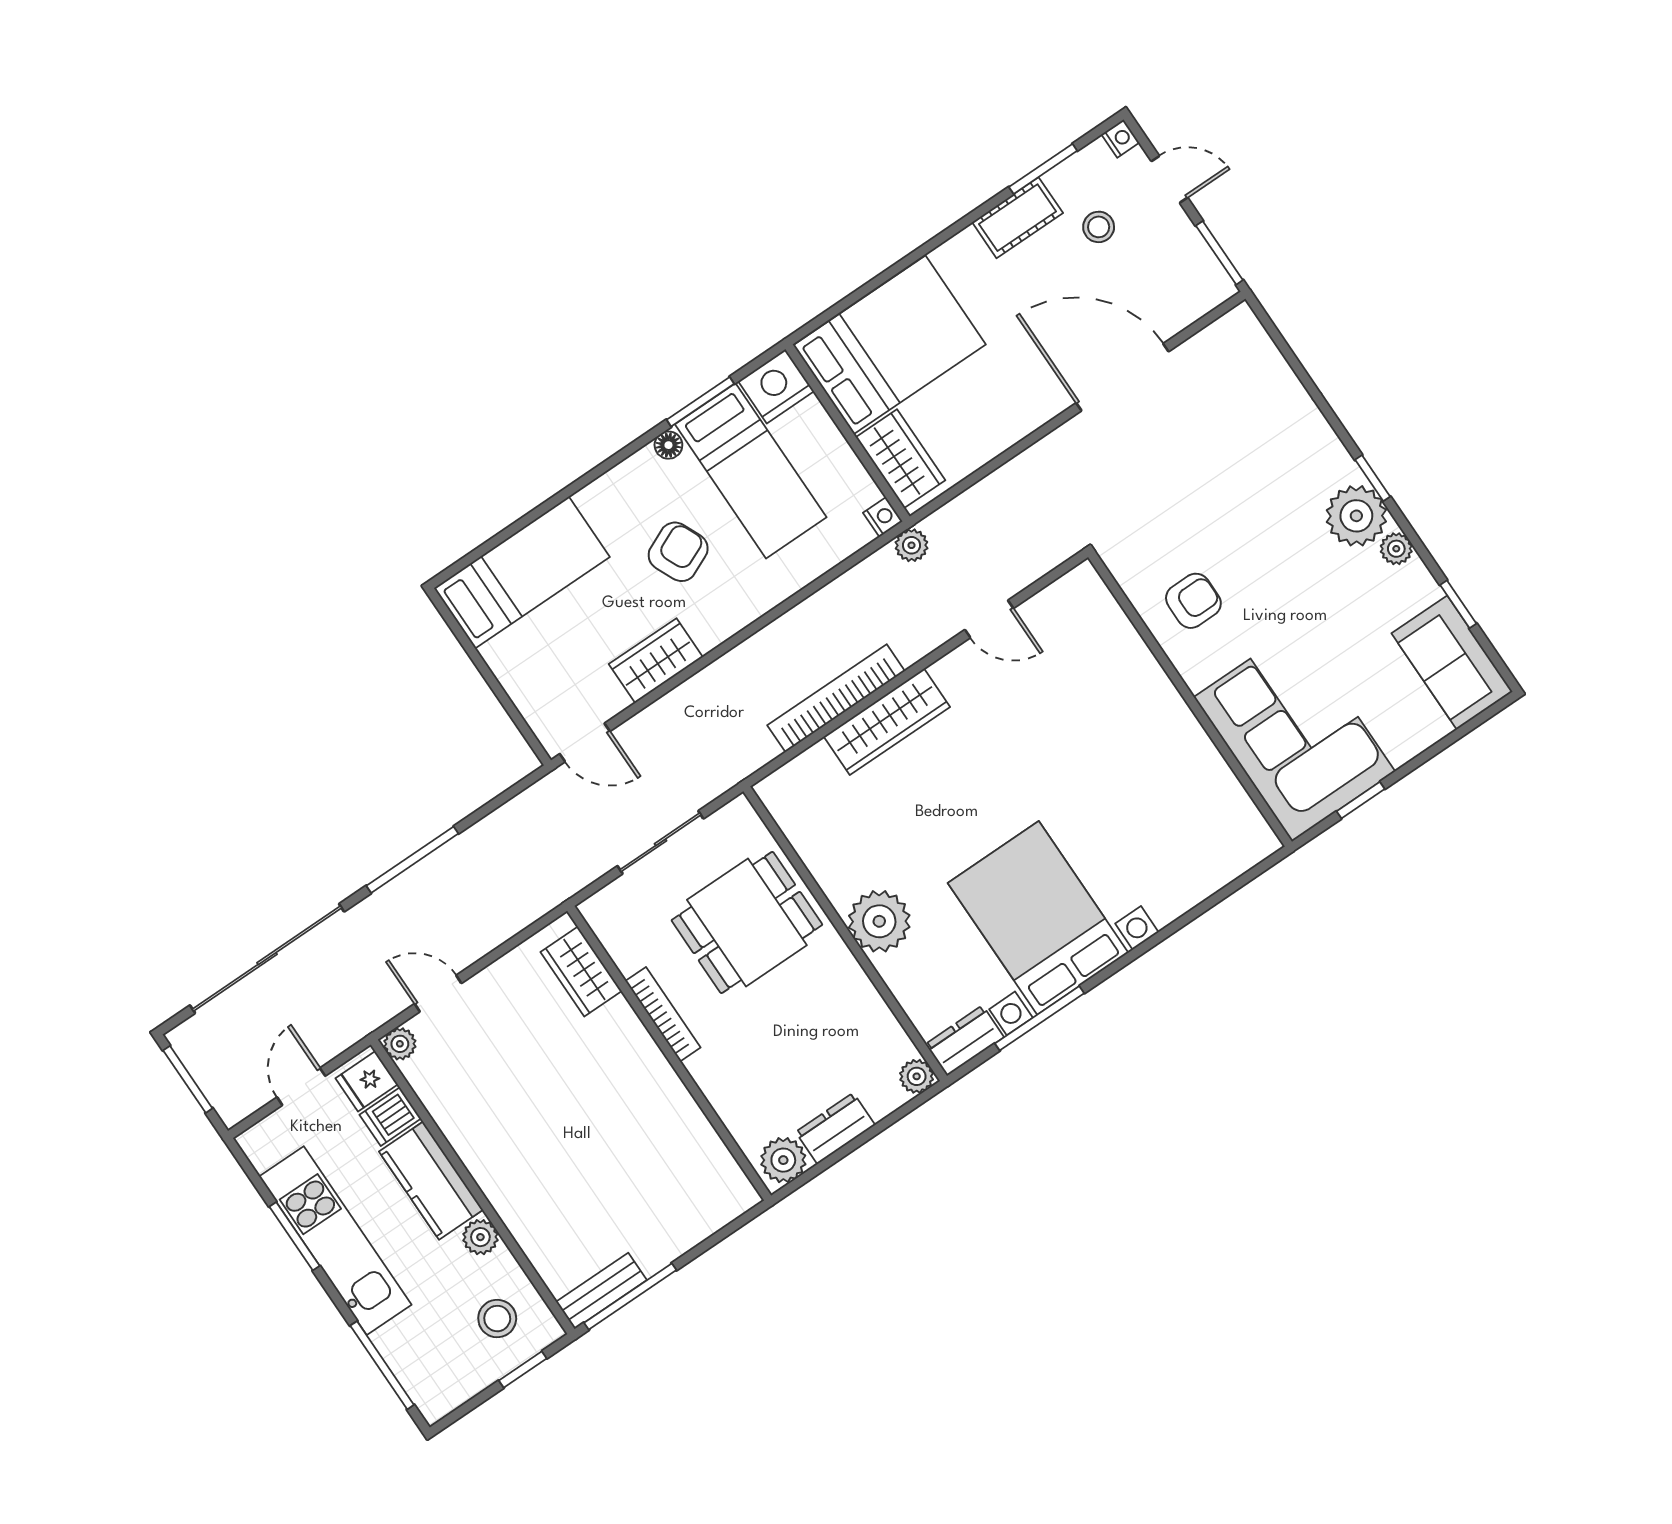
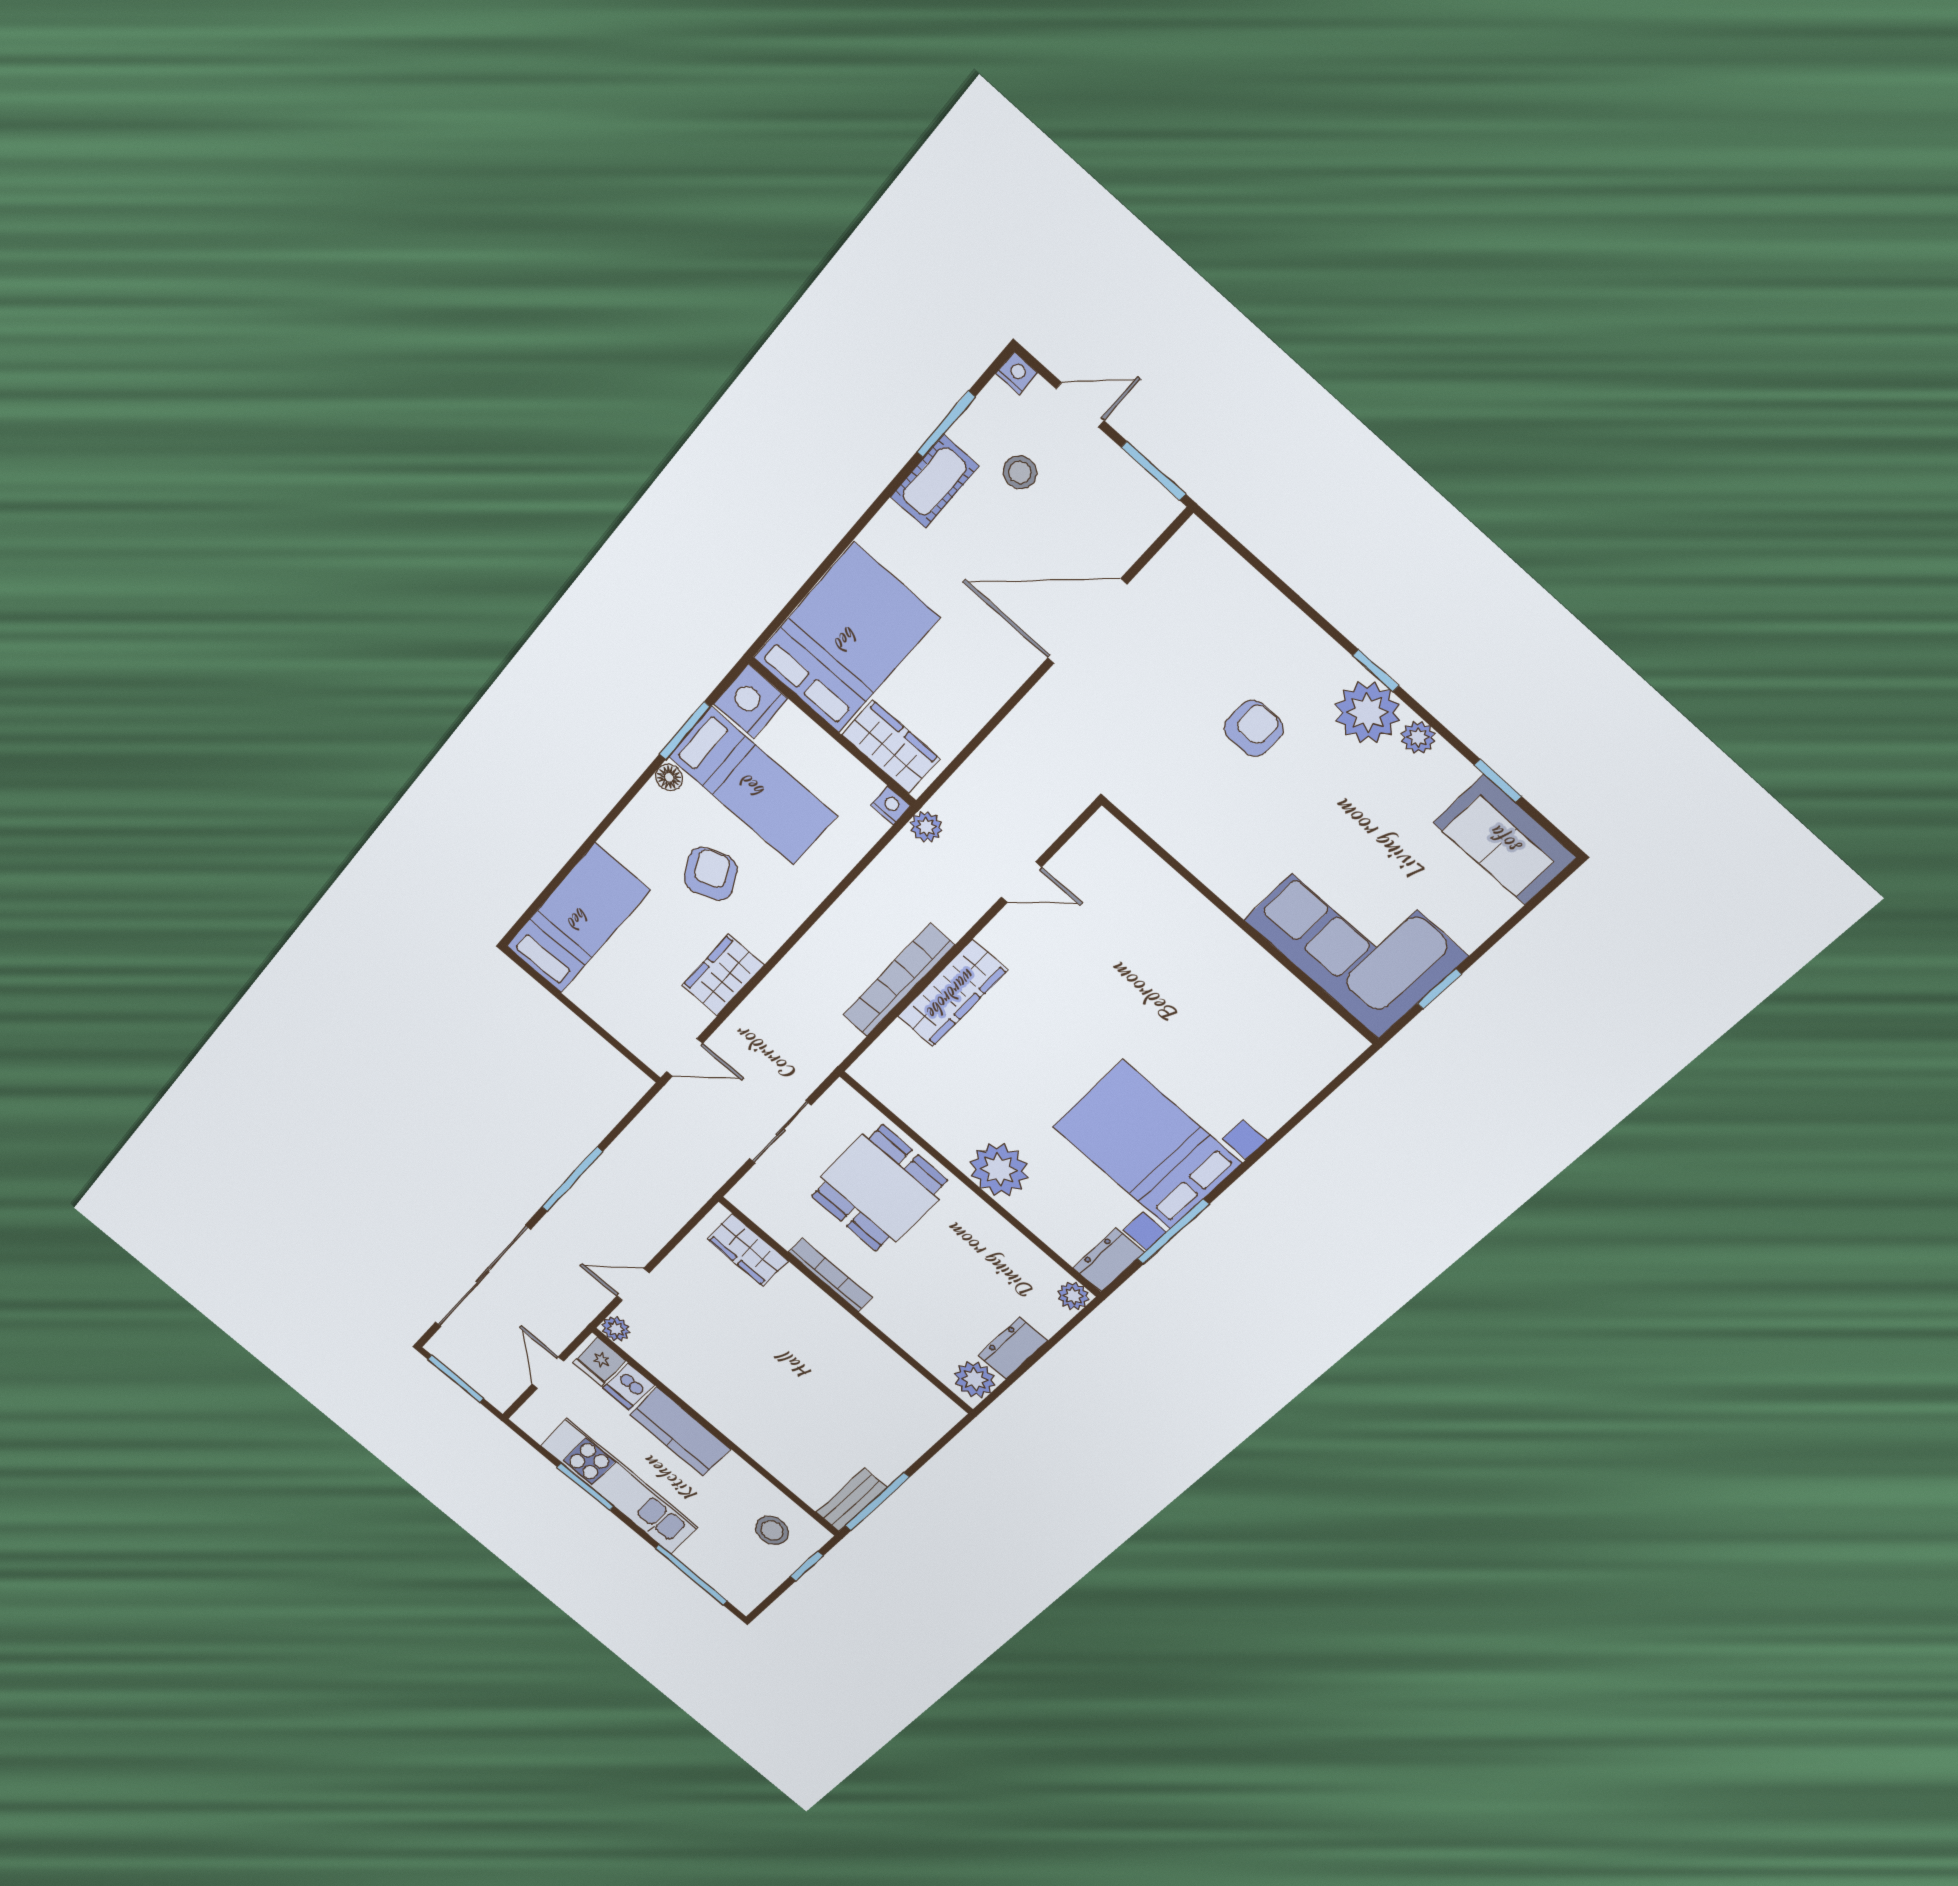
armchair: (1193, 601) -> (1254, 728), moved
plant: (480, 1237) -> (736, 1470), removed

